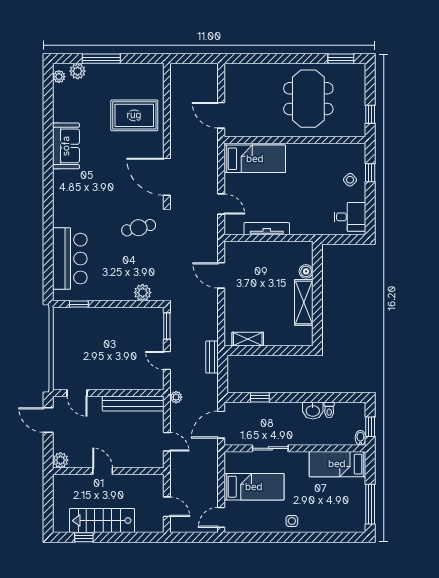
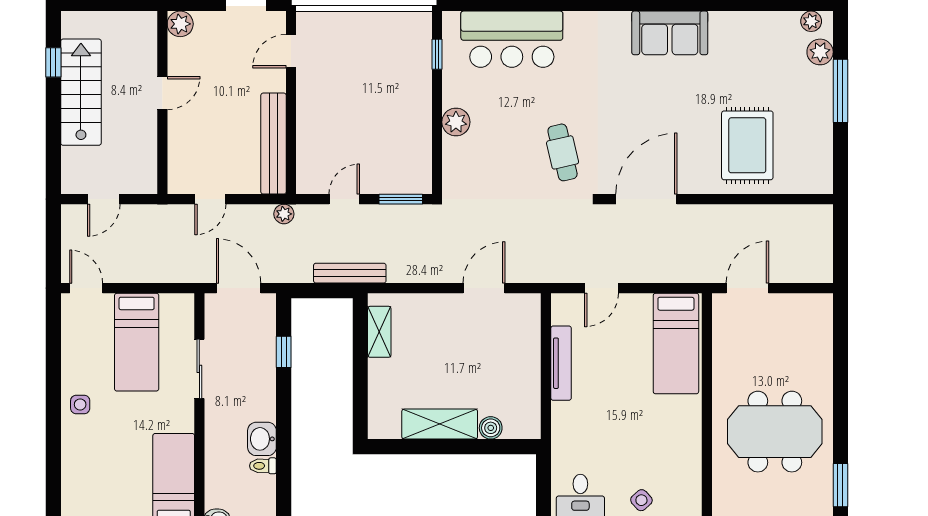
sofa: (66, 146) -> (670, 33), moved
plant: (143, 293) -> (456, 122), moved
bench: (212, 357) -> (350, 273), width x1.36

